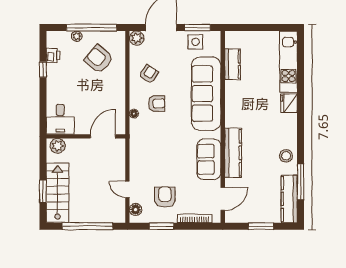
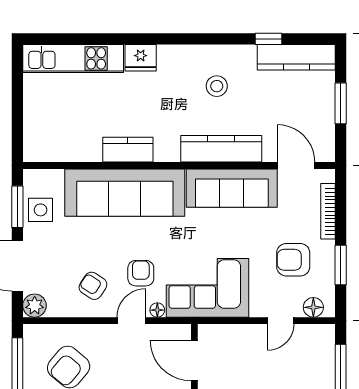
kitchen counter: (232, 64) -> (128, 150), moved
door: (127, 98) -> (131, 321), added
corner sofa: (148, 144) -> (208, 288), added
stool: (286, 156) -> (217, 86), moved
sofa: (209, 159) -> (232, 188), width x1.36
window: (301, 182) -> (269, 39), width x0.46

